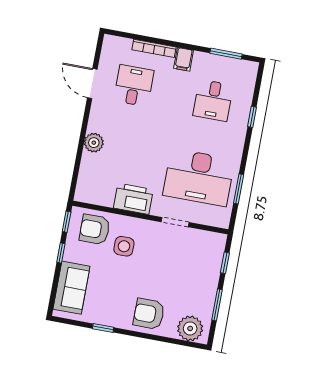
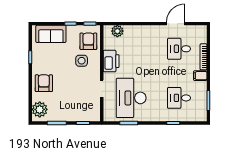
desk: (134, 86) -> (179, 49), turned 180
plant: (94, 143) -> (117, 31), moved

